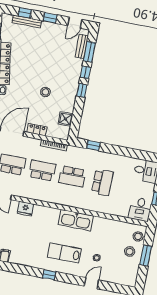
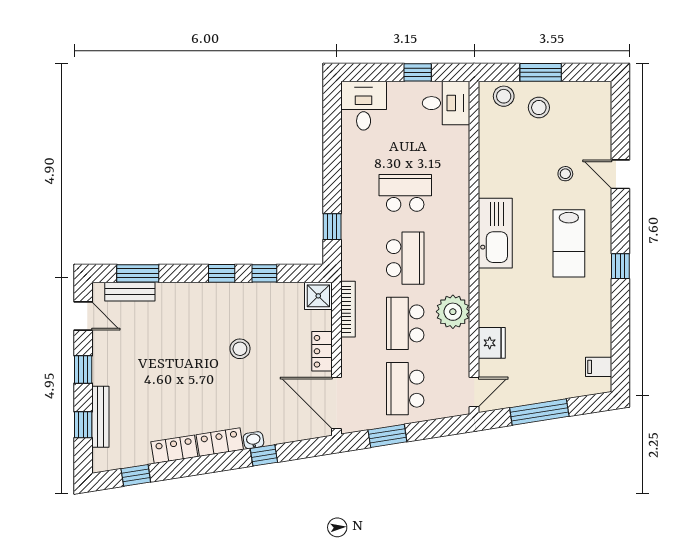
window: (85, 72) -> (264, 273), moved
shower: (66, 119) -> (318, 296), moved
plant: (43, 193) -> (453, 312), added

